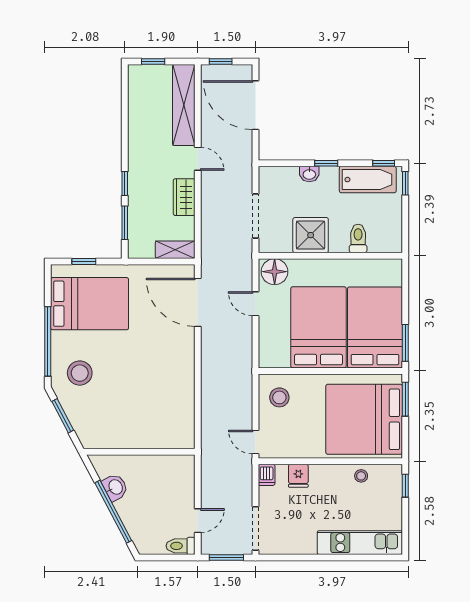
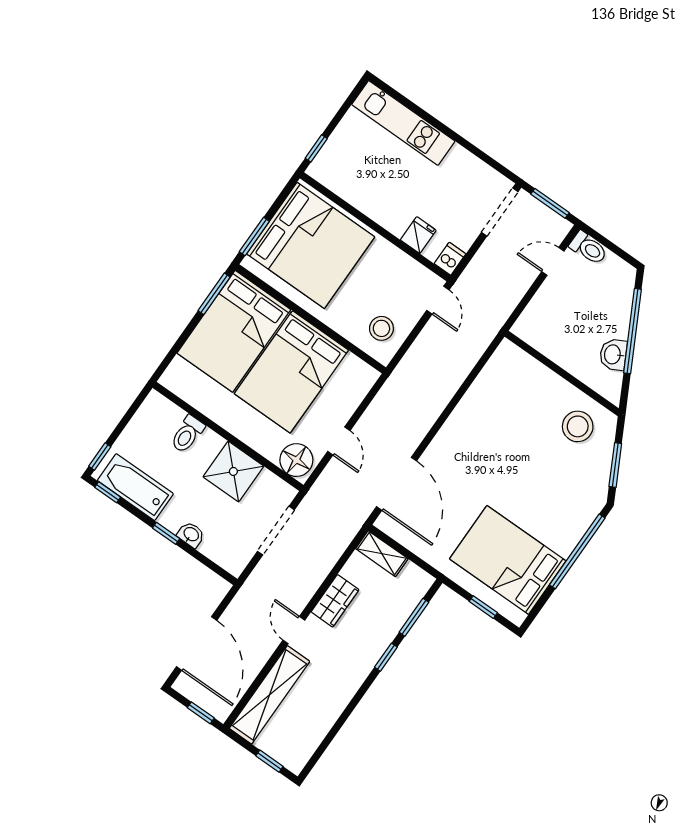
stool: (80, 373) -> (578, 426), moved
stool: (361, 476) -> (354, 190), removed

